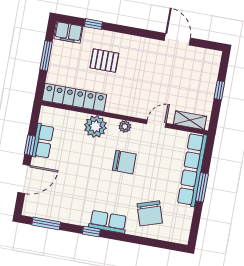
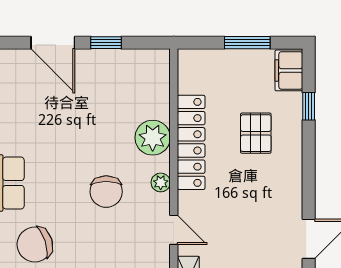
locker: (74, 97) -> (191, 142), moved
row of seats: (43, 141) -> (116, 61), removed

